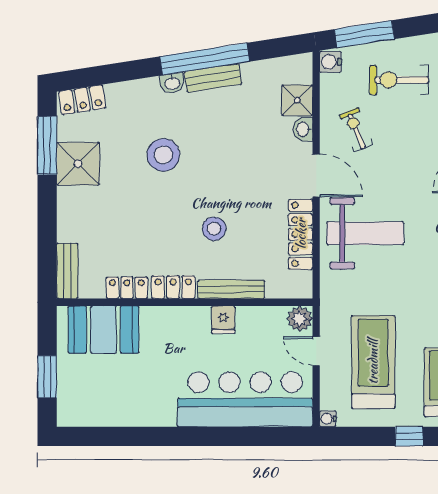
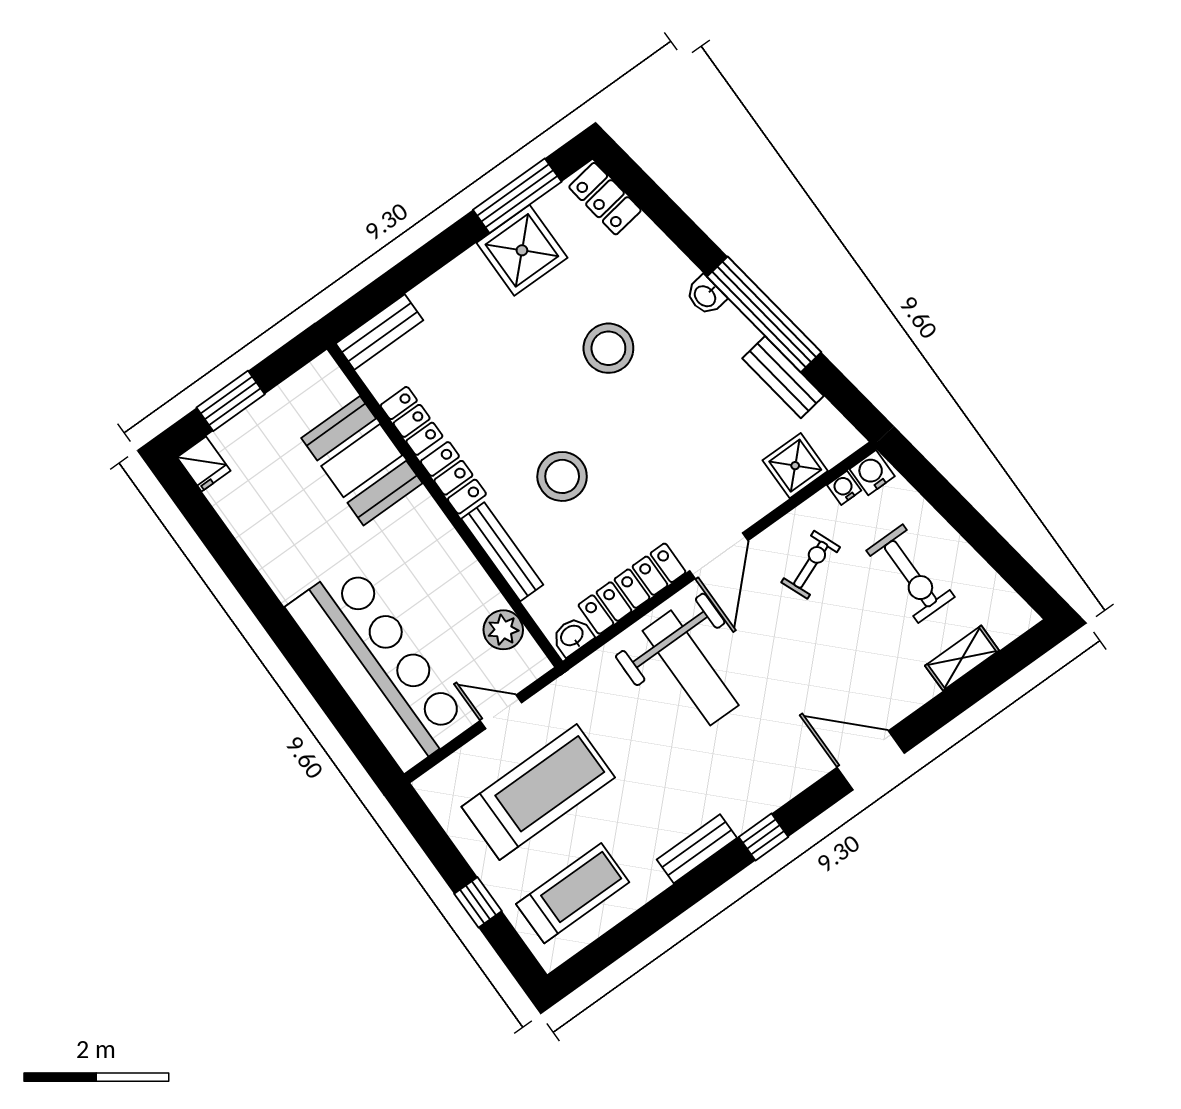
window: (364, 34) -> (937, 490), removed
bench: (213, 78) -> (783, 377), moved
exercise bike: (399, 80) -> (911, 574), turned 180
washbasin: (303, 129) -> (572, 636), moved
stool: (214, 229) -> (562, 476), width x1.38, depth x1.38
plant: (300, 319) -> (503, 630), moved
fridge: (223, 320) -> (204, 464), moved, turned -90
booth: (103, 330) -> (362, 461), moved
door: (316, 351) -> (501, 712), hinge flipped
water cooler: (328, 419) -> (844, 488), moved

